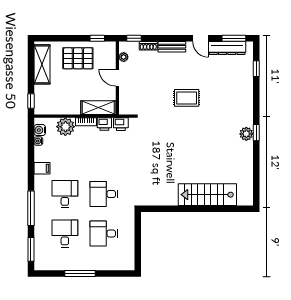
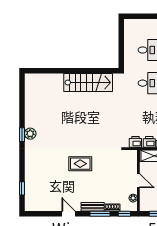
window: (234, 38) -> (100, 214), moved
dresser: (227, 48) -> (46, 206), removed
stairs: (207, 195) -> (88, 83), moved

